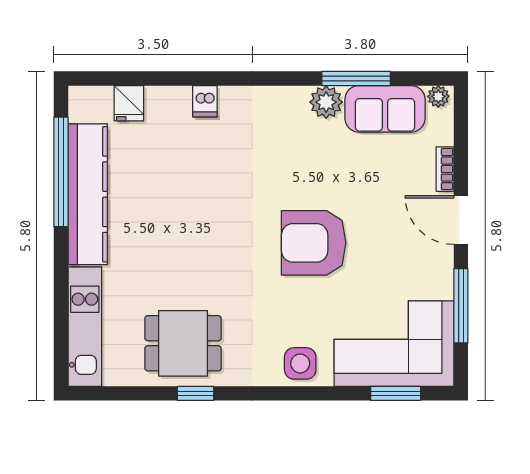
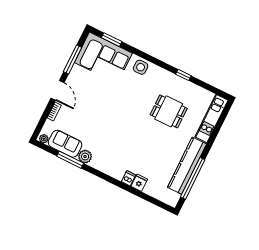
fridge: (129, 103) -> (139, 183), moved
armchair: (314, 243) -> (114, 108), removed
dining table: (183, 343) -> (169, 111), moved

